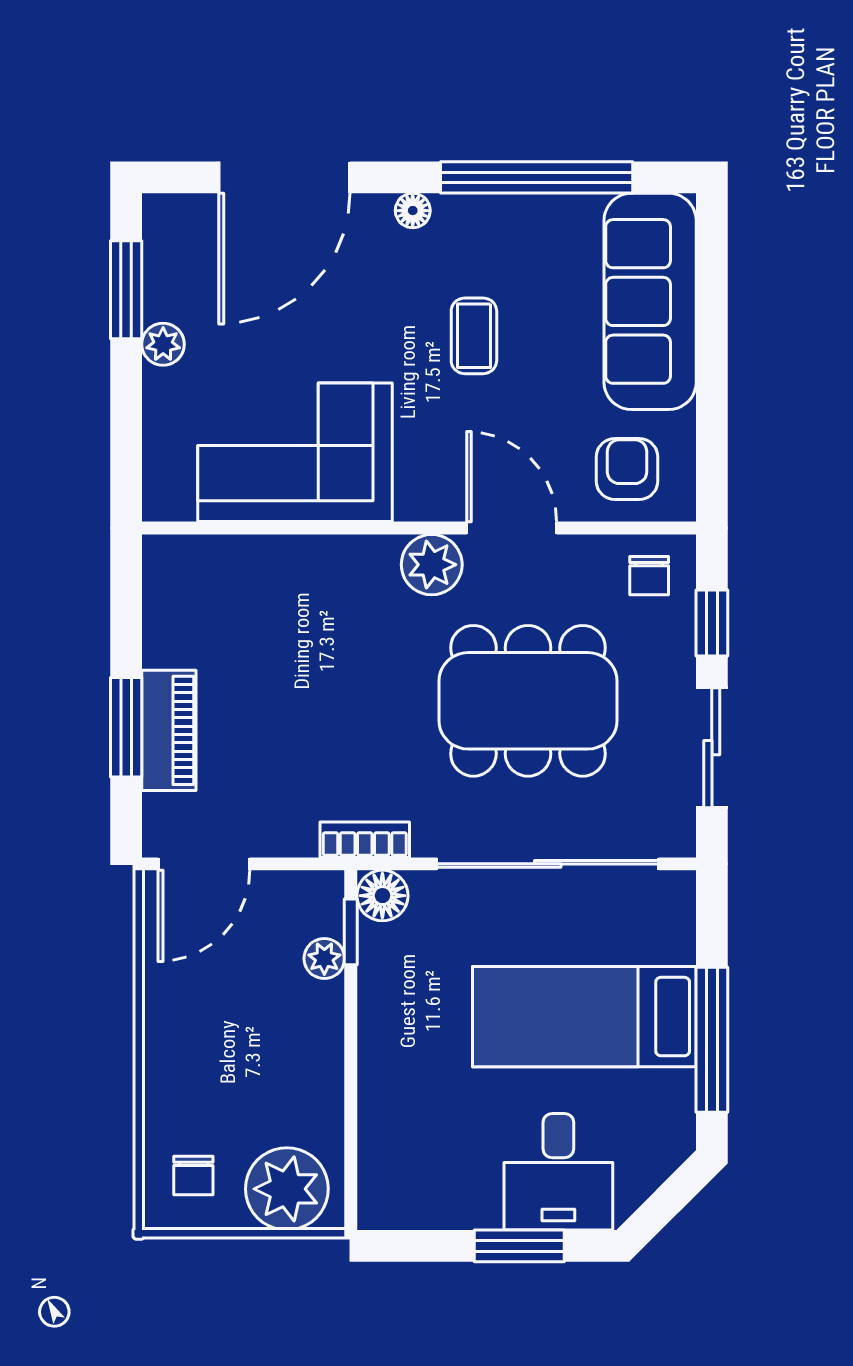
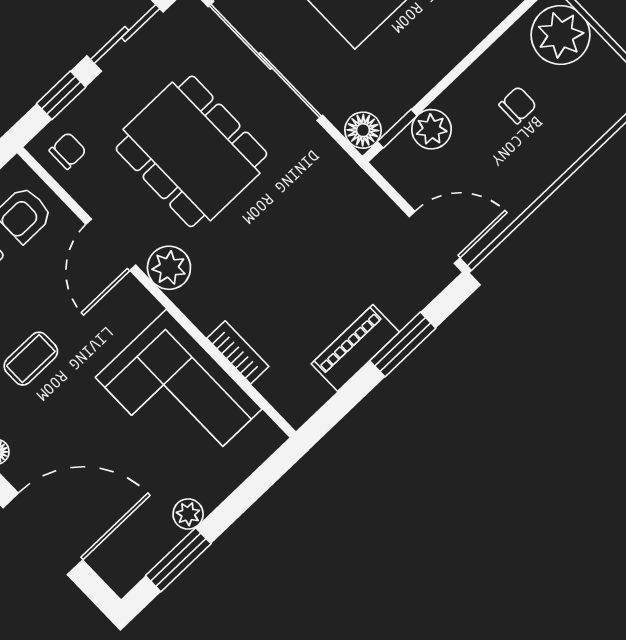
piano: (169, 730) -> (355, 348), moved
bookcase: (365, 840) -> (238, 352), moved, turned 180
plant: (324, 958) -> (431, 129), width x1.38, depth x1.38
chair: (193, 1176) -> (518, 105), moved

